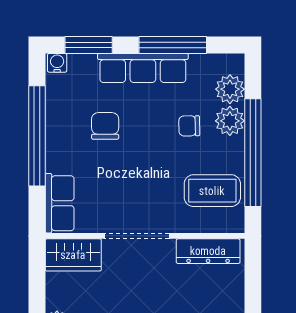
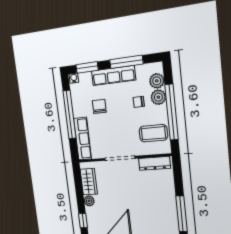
row of seats: (60, 203) -> (83, 139), width x1.48
wardrobe: (73, 255) -> (89, 182), moved, turned -90

